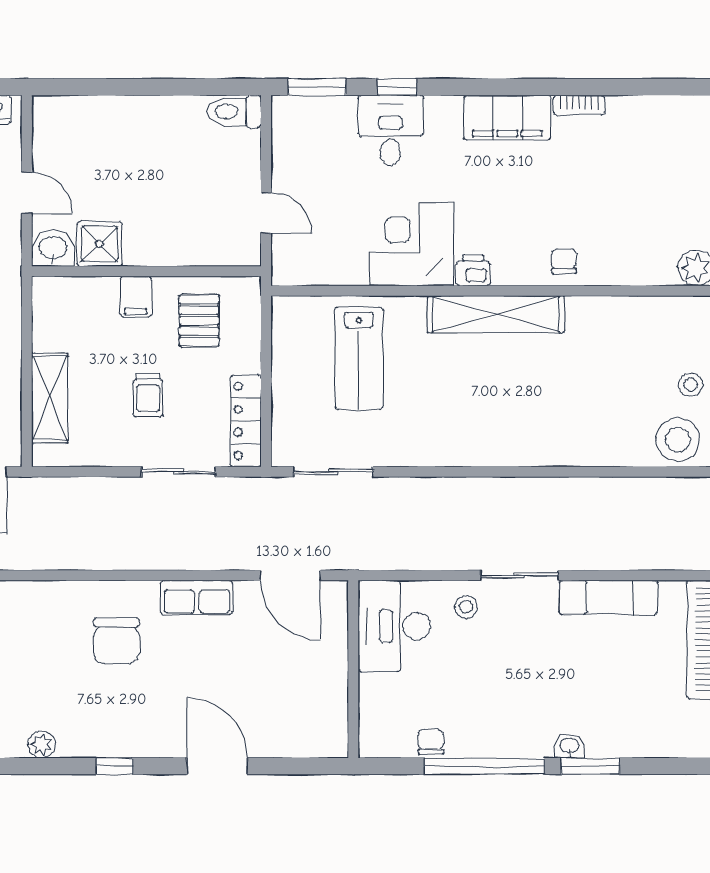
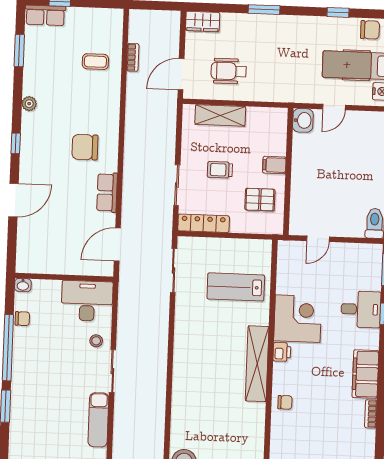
shower: (99, 244) -> (304, 146), removed
washbasin: (570, 746) -> (23, 285), moved, turned 90

